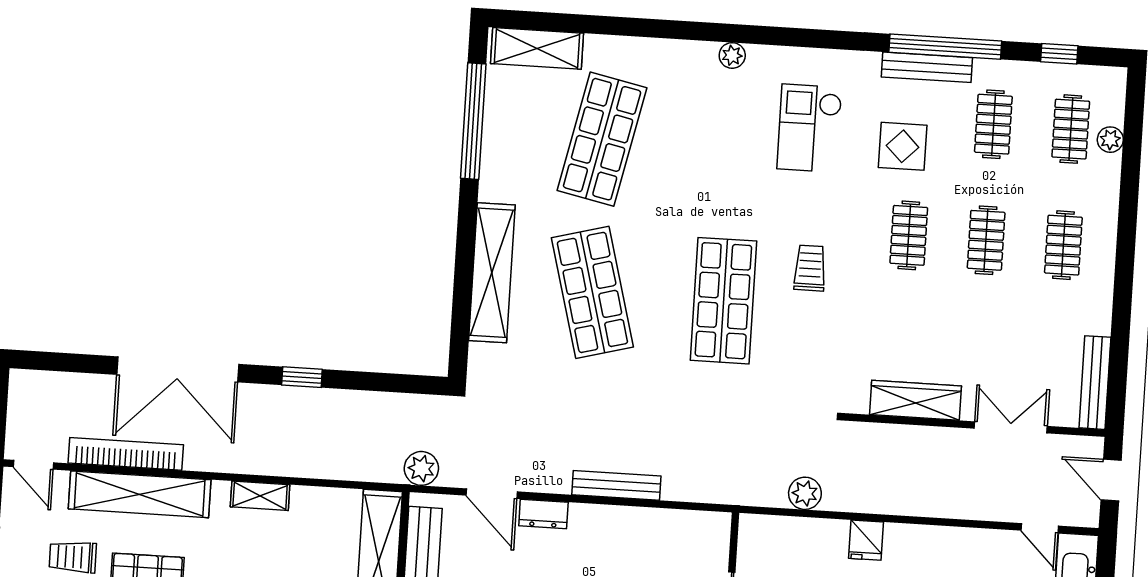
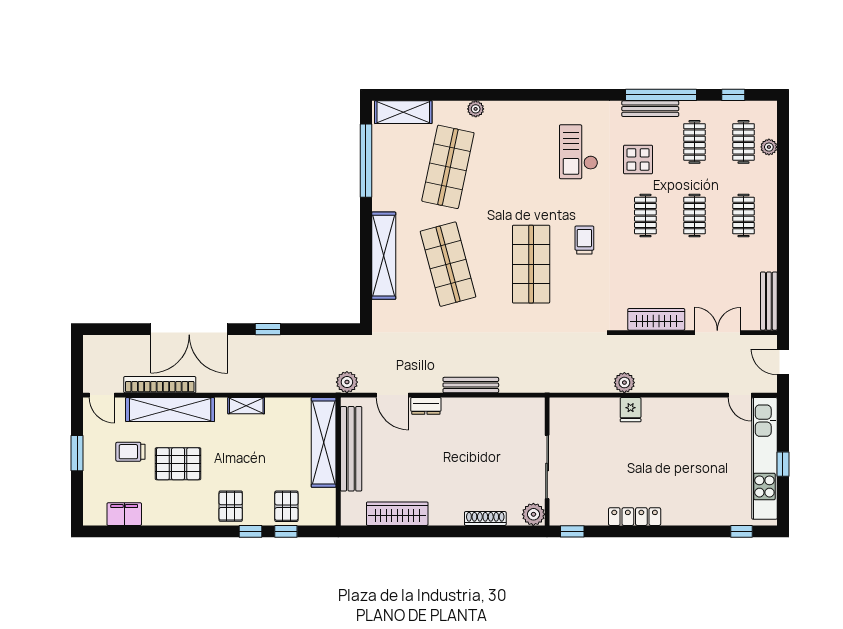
plant: (732, 55) -> (476, 109), moved
plant: (805, 493) -> (624, 383), moved

